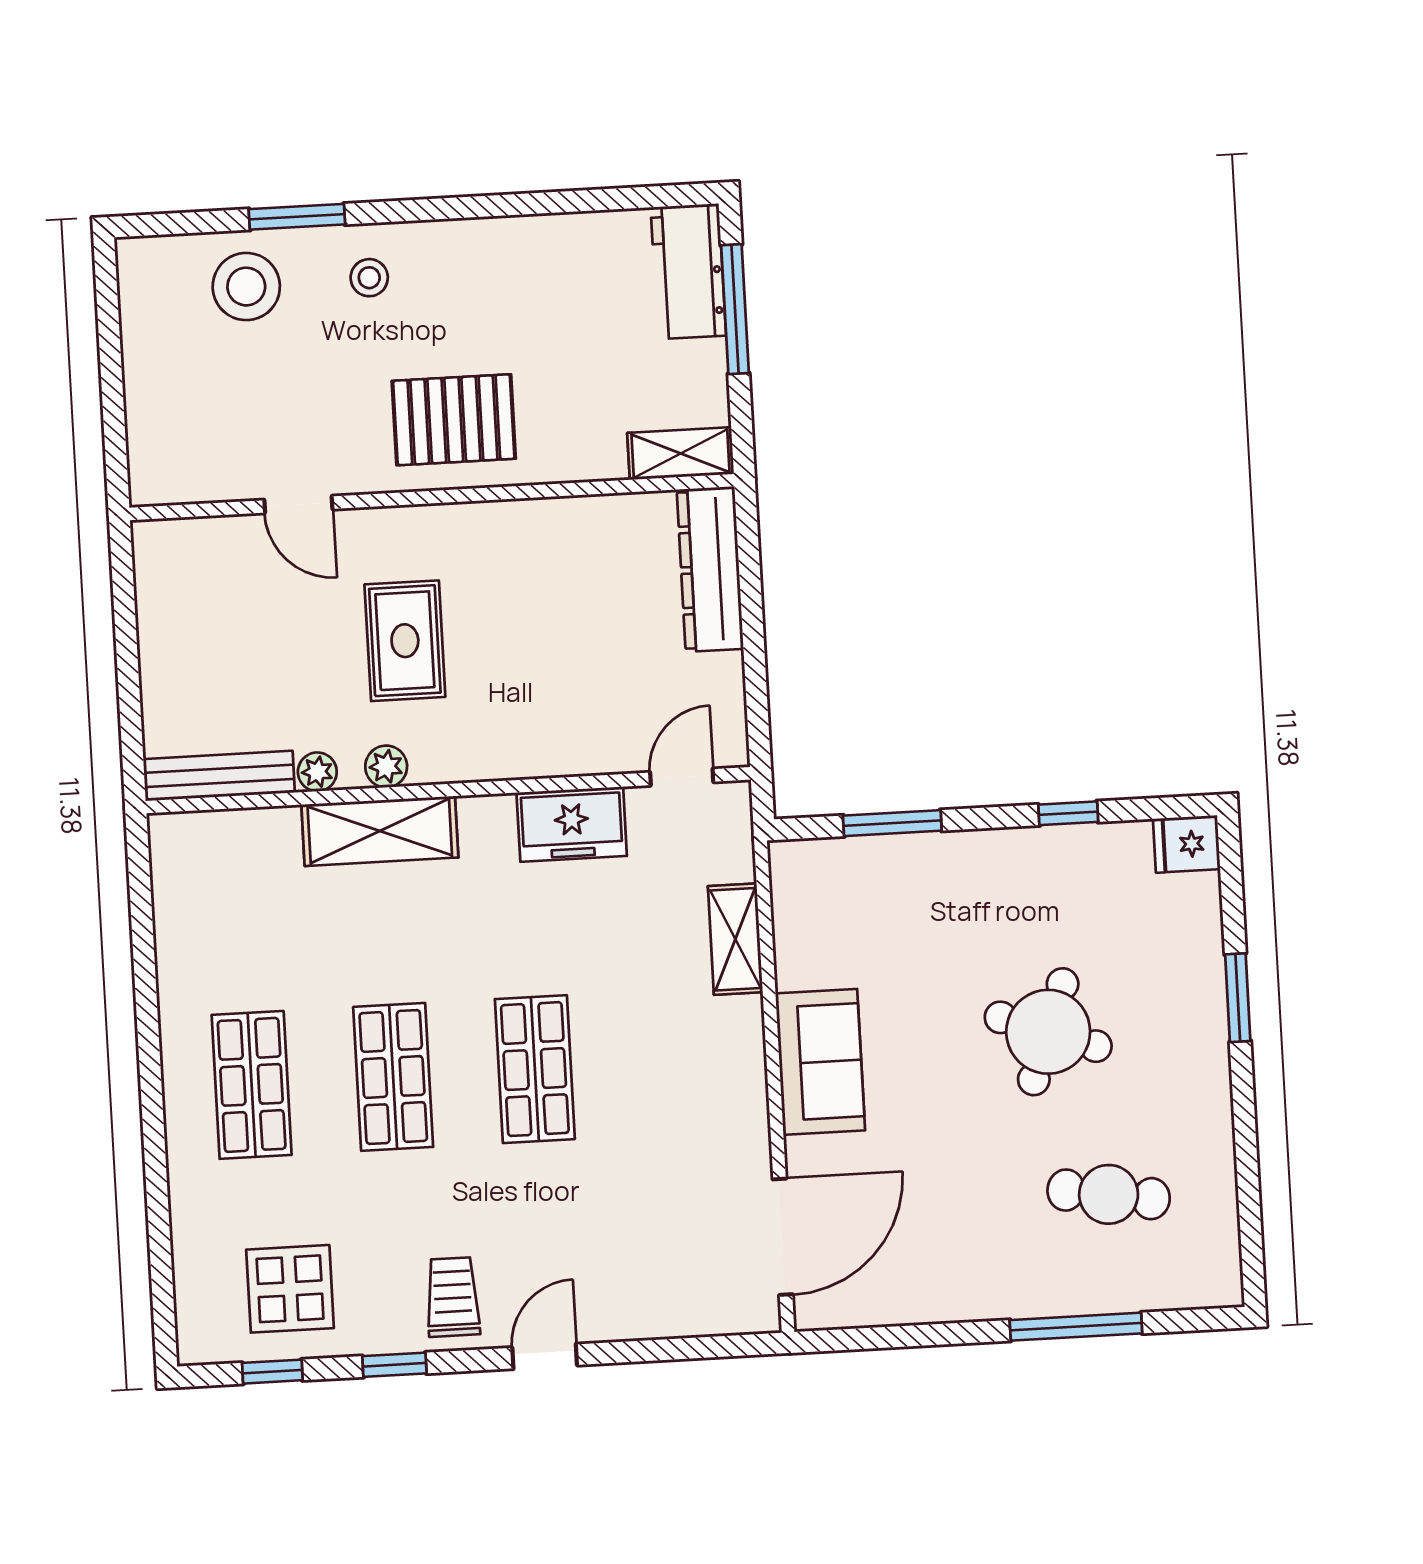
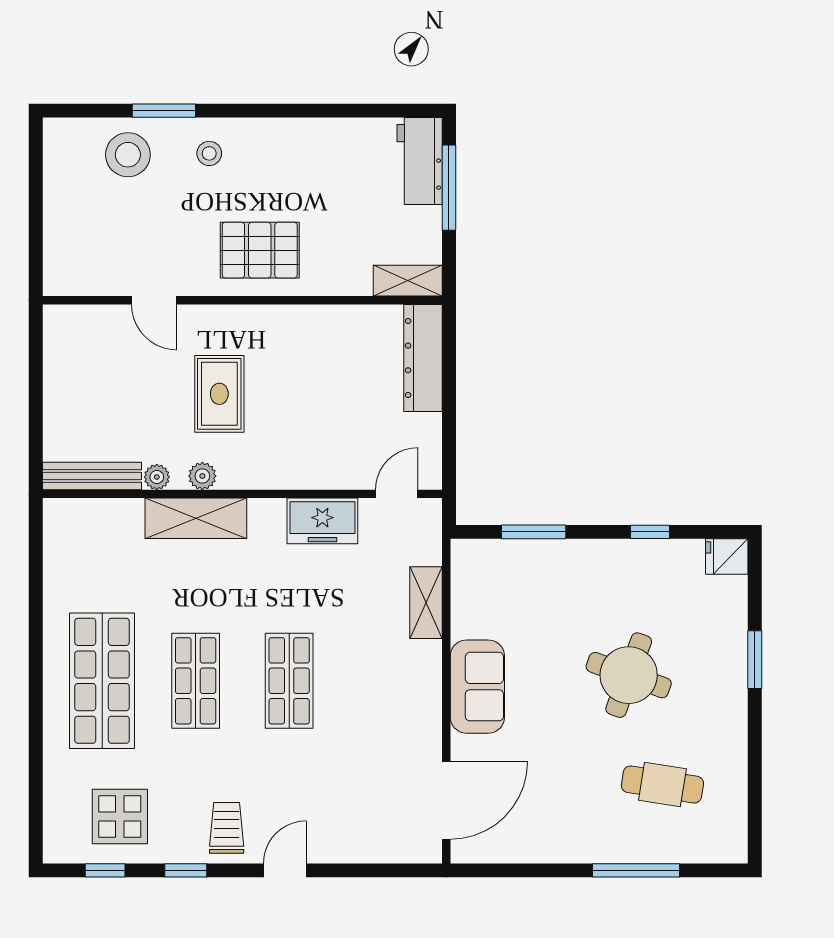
shop shelf: (252, 1085) -> (102, 681), width x1.43, depth x1.36

